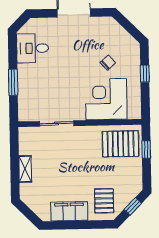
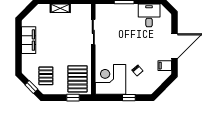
filing cabinet: (100, 26) -> (165, 66), added
corner desk: (106, 99) -> (110, 79), moved, turned -90
pallet: (104, 201) -> (46, 76), moved, turned 90

